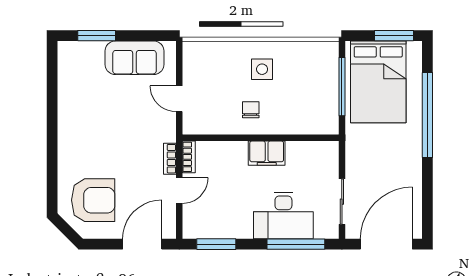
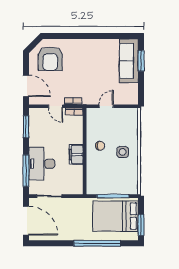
sofa: (134, 58) -> (129, 61), moved, width x1.36

